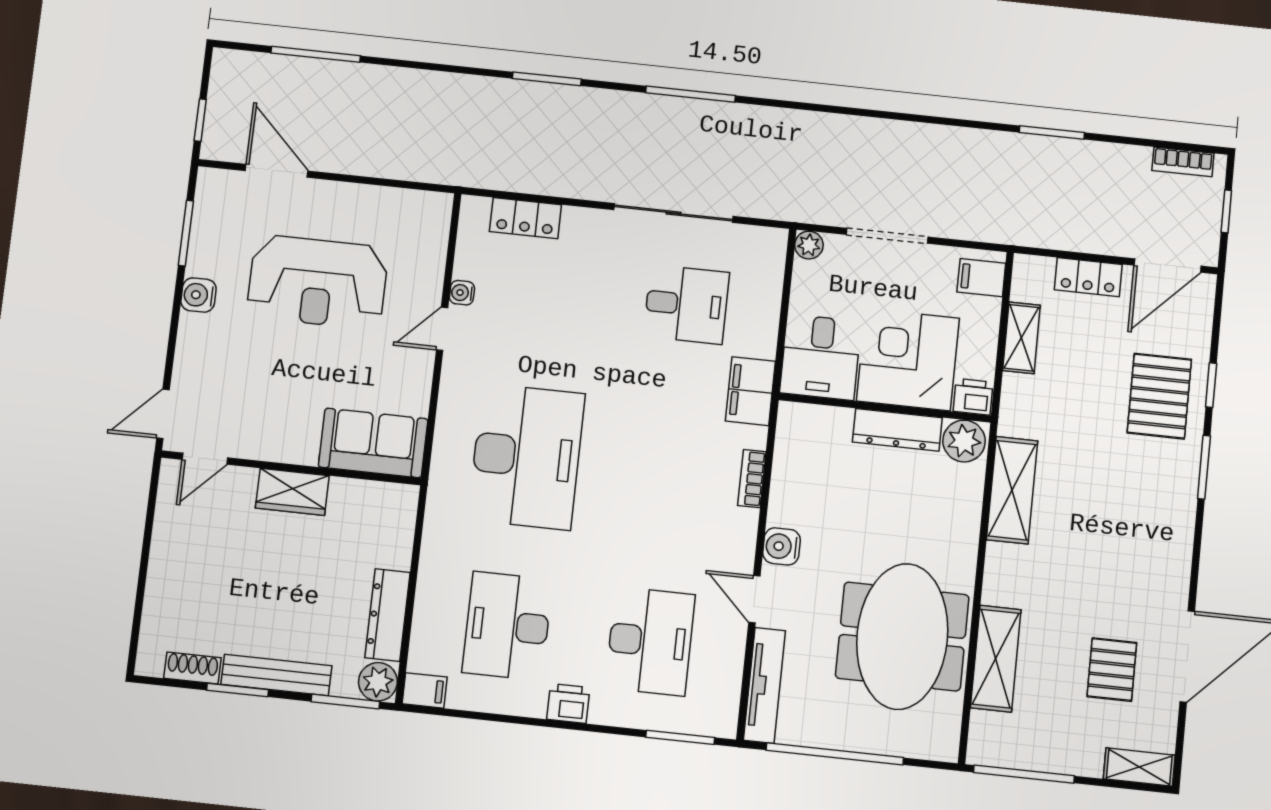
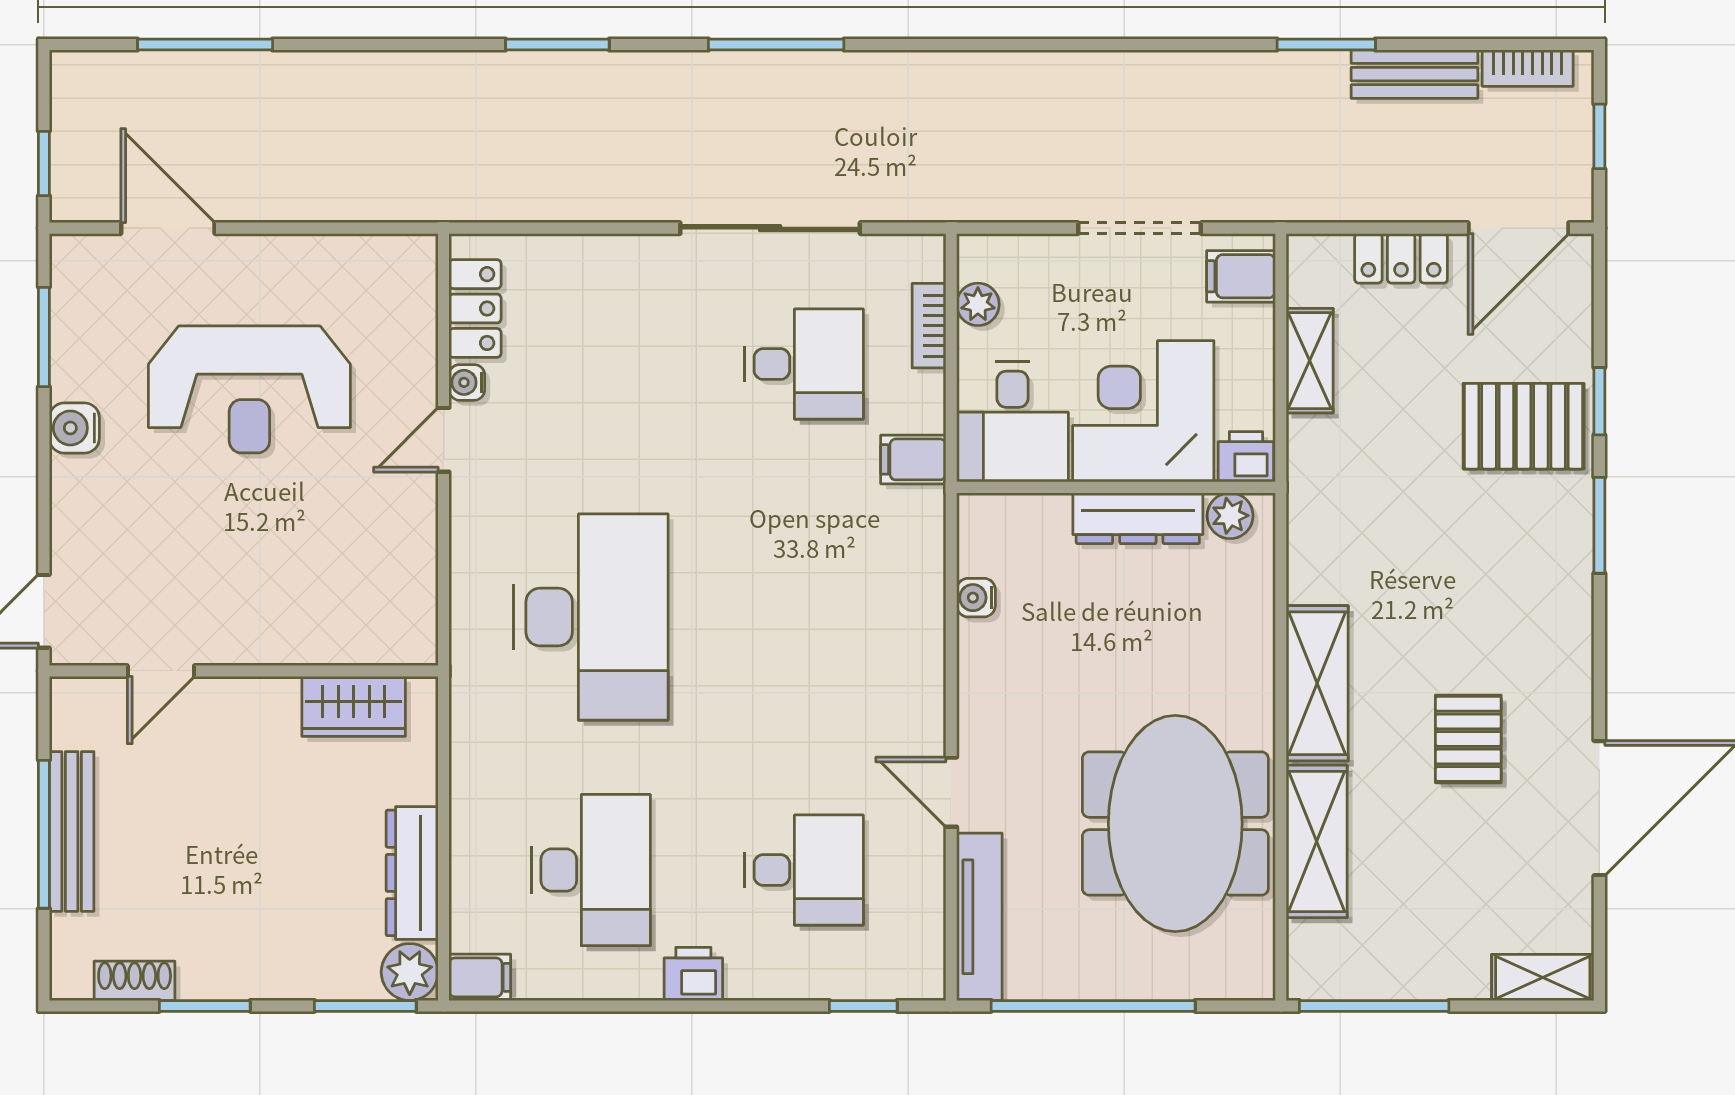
bench: (1108, 158) -> (1415, 74), added
locker: (525, 218) -> (475, 309), moved, turned -90
doorway: (887, 236) -> (1140, 228), moved
plant: (809, 245) -> (978, 304), moved
filing cabinet: (750, 391) -> (913, 459), width x0.50
pallet: (1159, 396) -> (1524, 426), turned 90
plant: (964, 441) -> (1230, 516), width x0.73, depth x0.73
sofa: (373, 443) -> (361, 621), removed
door: (205, 459) -> (161, 671), moved
bookcase: (752, 479) -> (929, 326), moved
shelving: (1012, 490) -> (1317, 683), moved
wardrobe: (292, 492) -> (354, 706), moved
water cooler: (782, 546) -> (976, 598), moved, width x0.72, depth x0.72
window: (144, 563) -> (44, 834), added
desk: (507, 626) -> (591, 870), turned 180
desk: (650, 641) -> (804, 870), width x0.73
pallet: (1112, 670) -> (1468, 739), moved
bench: (276, 675) -> (72, 831), moved, turned 90
window: (680, 737) -> (863, 1006), width x0.67

